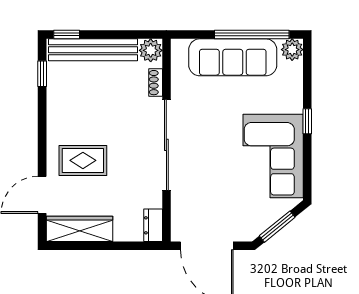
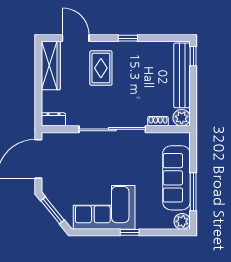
window: (252, 35) -> (193, 192), width x0.68
window: (42, 74) -> (128, 38), moved

